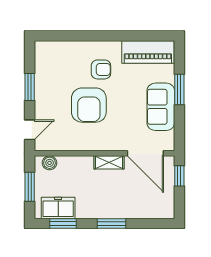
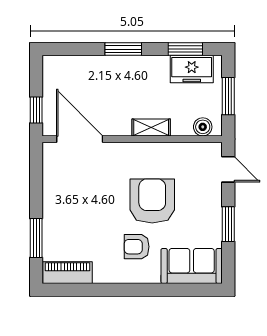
piano: (148, 52) -> (67, 273), width x0.73, depth x0.75
window: (179, 89) -> (36, 238), moved
sofa: (161, 107) -> (192, 266), moved, turned -90
door: (30, 130) -> (228, 169), swing flipped
shelving: (109, 162) -> (151, 127), moved

